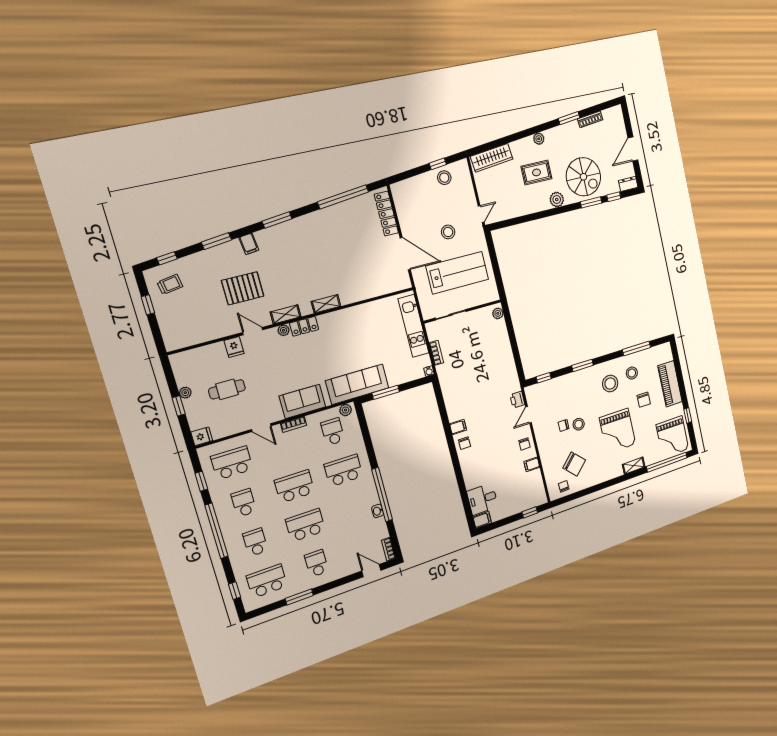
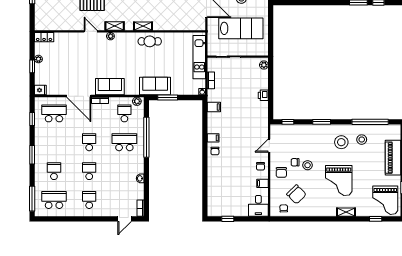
locker: (304, 326) -> (44, 37), moved
fridge: (234, 347) -> (76, 38), removed
window: (636, 349) -> (370, 122), width x1.46
sofa: (357, 384) -> (155, 86), width x0.73
cafe table: (227, 389) -> (150, 41), moved
printer: (517, 400) -> (263, 95), moved
chair: (644, 400) -> (281, 172), moved
door: (261, 428) -> (79, 96), width x1.88
window: (667, 462) -> (376, 219), width x0.32
school desk: (294, 486) -> (89, 142), width x0.54
window: (382, 495) -> (146, 137), moved
desk: (482, 499) -> (258, 206), moved, turned -90
school desk: (244, 503) -> (54, 142), removed
window: (530, 512) -> (228, 219), moved
filing cabinet: (482, 520) -> (214, 107), moved
school desk: (306, 525) -> (89, 171), width x0.54
window: (216, 531) -> (32, 155), width x0.47
door: (371, 571) -> (125, 219), swing flipped
window: (235, 591) -> (32, 199), width x2.17
window: (299, 597) -> (72, 219), removed

